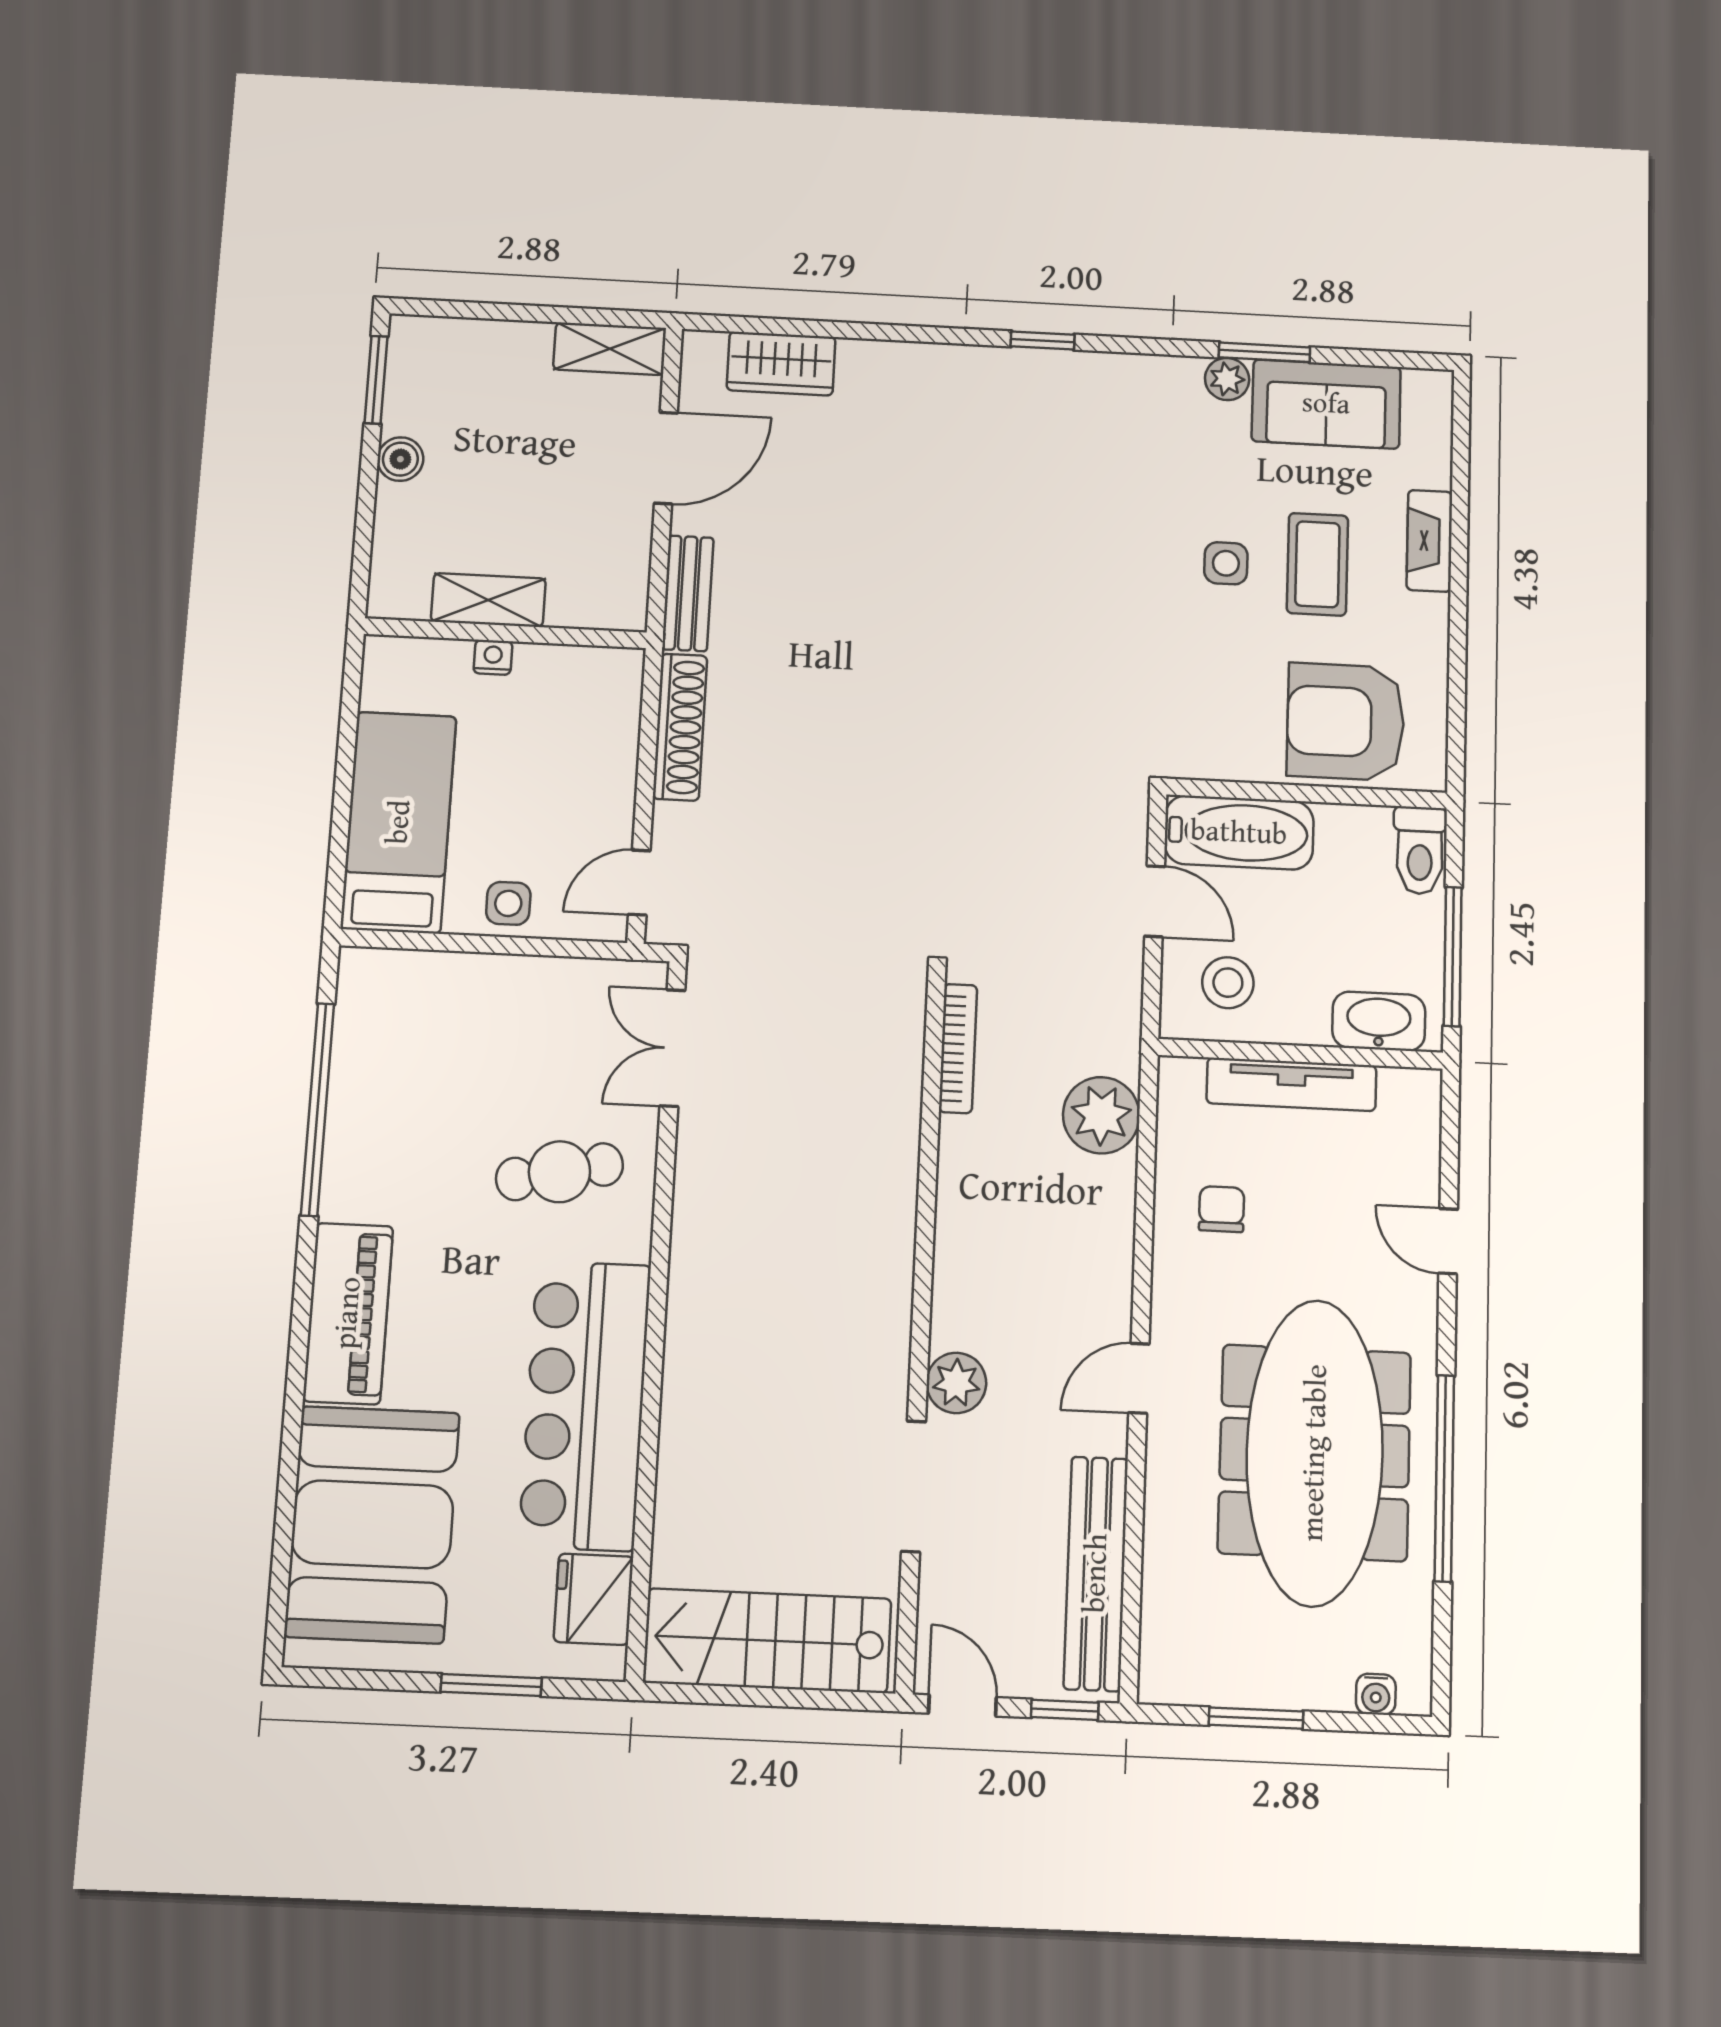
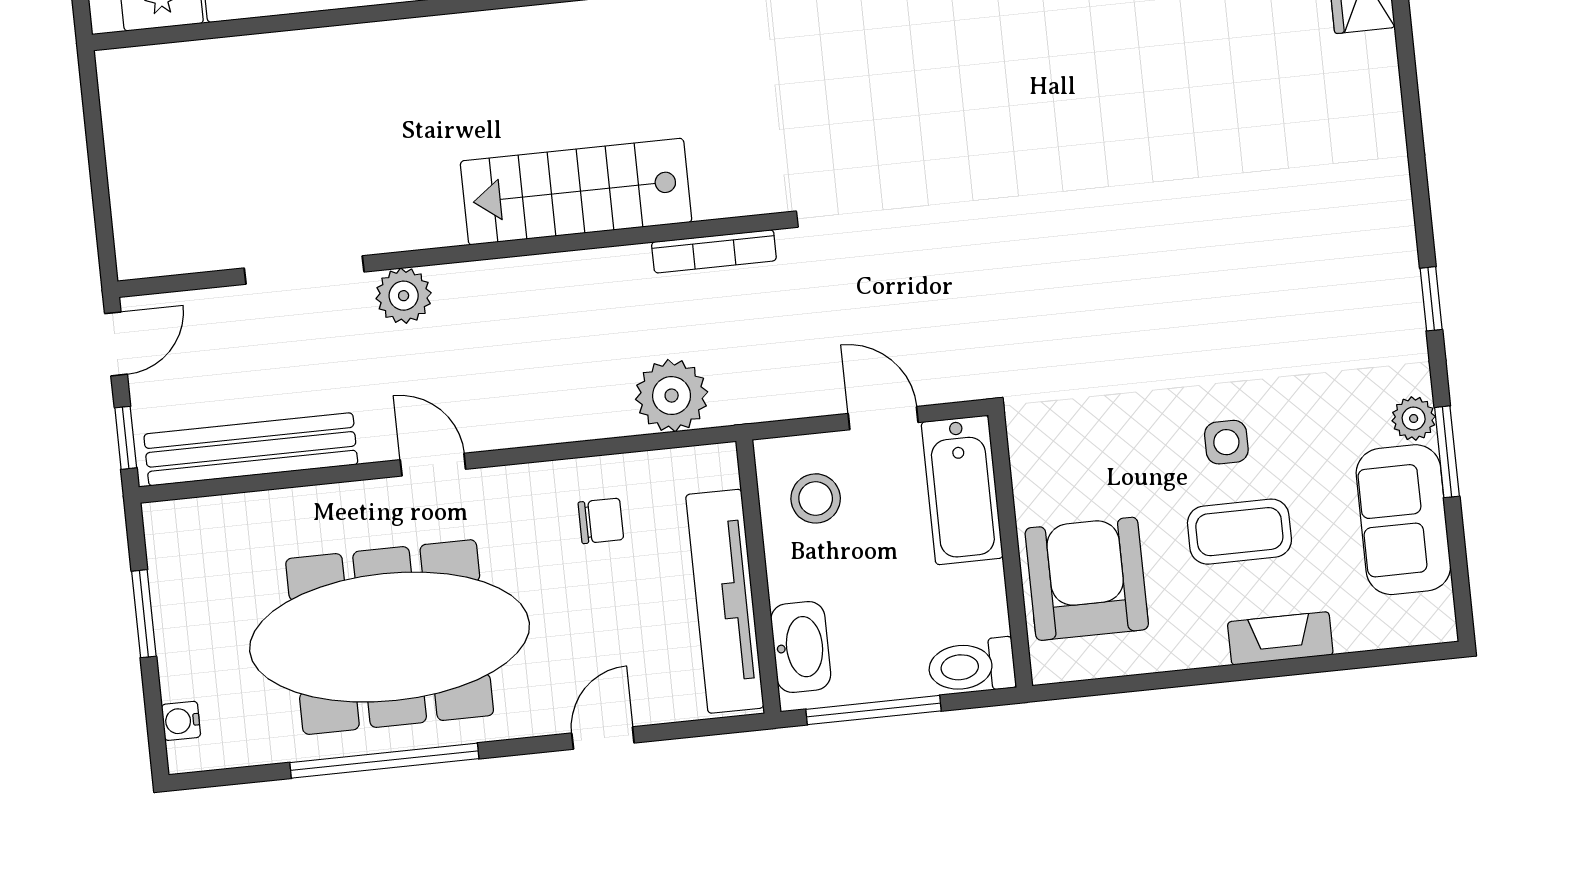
window: (1043, 341) -> (1431, 299), moved
door: (1155, 901) -> (883, 418), swing flipped
tv unit: (1291, 1084) -> (725, 601), width x1.36, depth x1.29
stairs: (767, 1641) -> (576, 192), moved, turned -90

